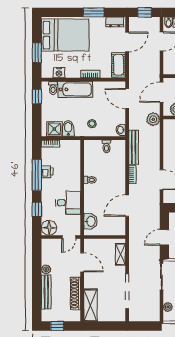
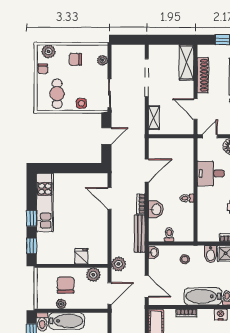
washbasin: (91, 221) -> (156, 209), moved, turned 180

